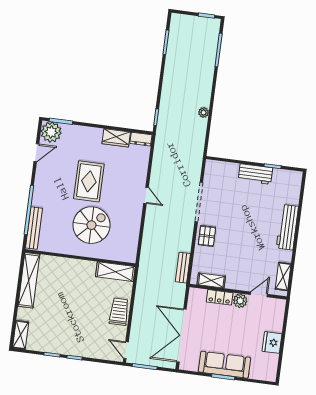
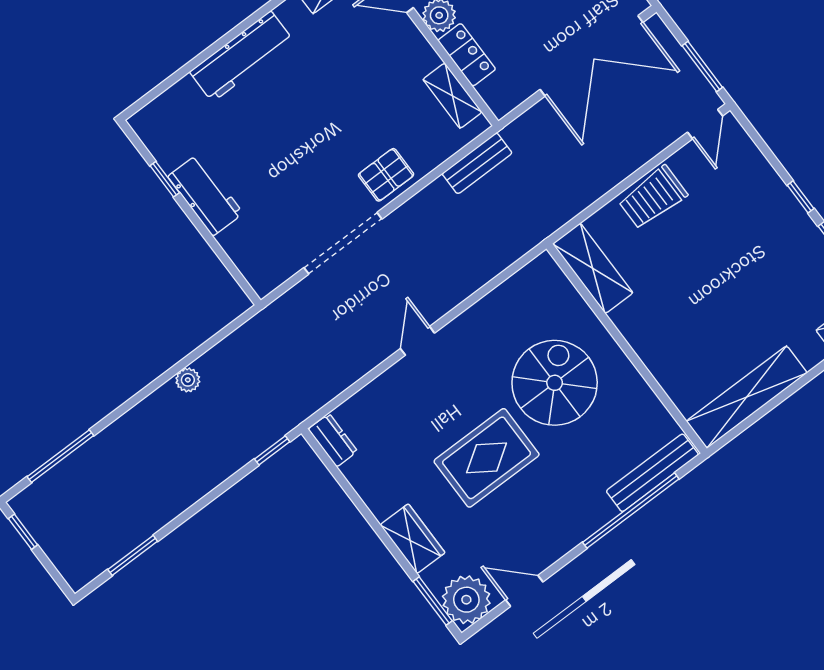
wardrobe: (116, 138) -> (413, 539), moved
spiral stairs: (91, 225) -> (555, 383), turned 90

